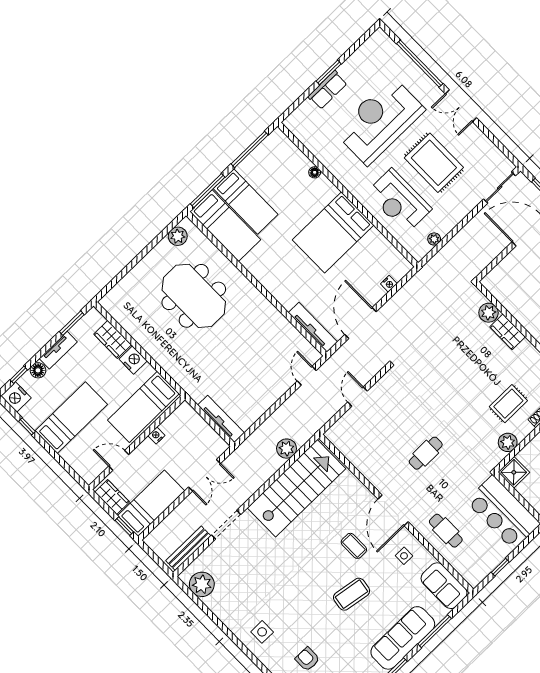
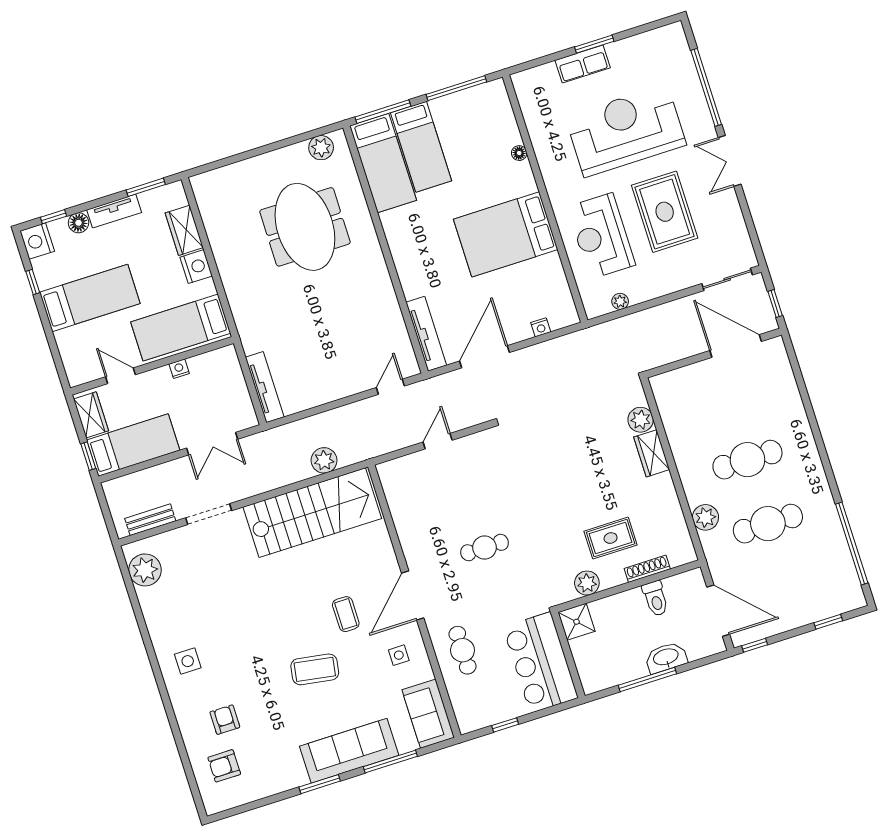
bench: (188, 548) -> (150, 520), width x0.73

